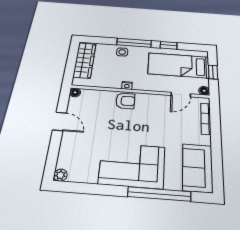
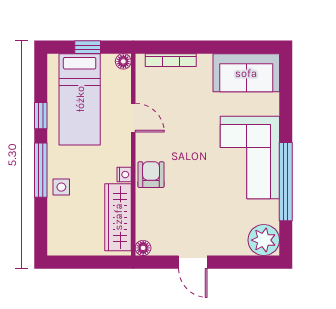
wardrobe: (85, 60) -> (118, 217), moved, turned -90
door: (181, 95) -> (133, 118), moved
door: (59, 121) -> (193, 262), swing flipped
plant: (60, 175) -> (264, 240), width x1.88, depth x1.88
window: (159, 194) -> (286, 182), moved

